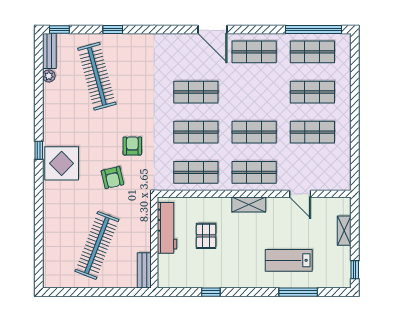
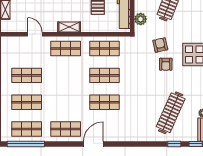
window: (113, 30) -> (174, 144), moved
door: (212, 30) -> (93, 144), hinge flipped
clothes rail: (97, 76) -> (171, 113), turned 39
shop shelf: (254, 132) -> (66, 75), removed
armchair: (132, 146) -> (166, 64), moved
plant: (142, 216) -> (141, 19), added

